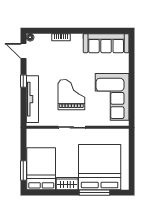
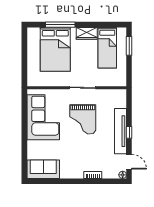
sofa: (106, 43) -> (43, 169), width x0.73
tv unit: (32, 99) -> (120, 131), moved
bed: (100, 167) -> (55, 49), width x0.73
bed: (41, 169) -> (107, 48), width x0.67

